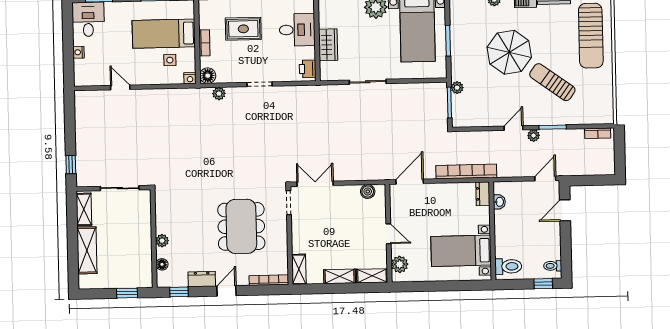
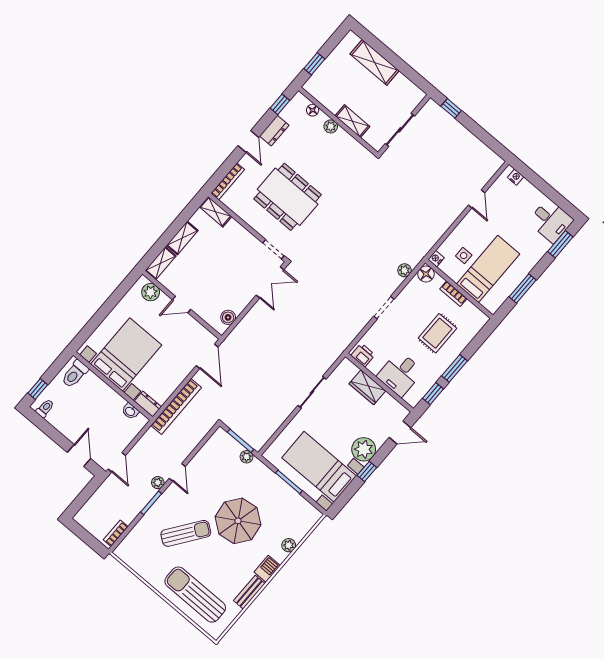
nightstand: (79, 52) -> (516, 177), moved
door: (120, 87) -> (477, 199), hinge flipped
shelving: (84, 209) -> (352, 121), moved
bed with nightstands: (461, 251) -> (126, 354), width x1.36

